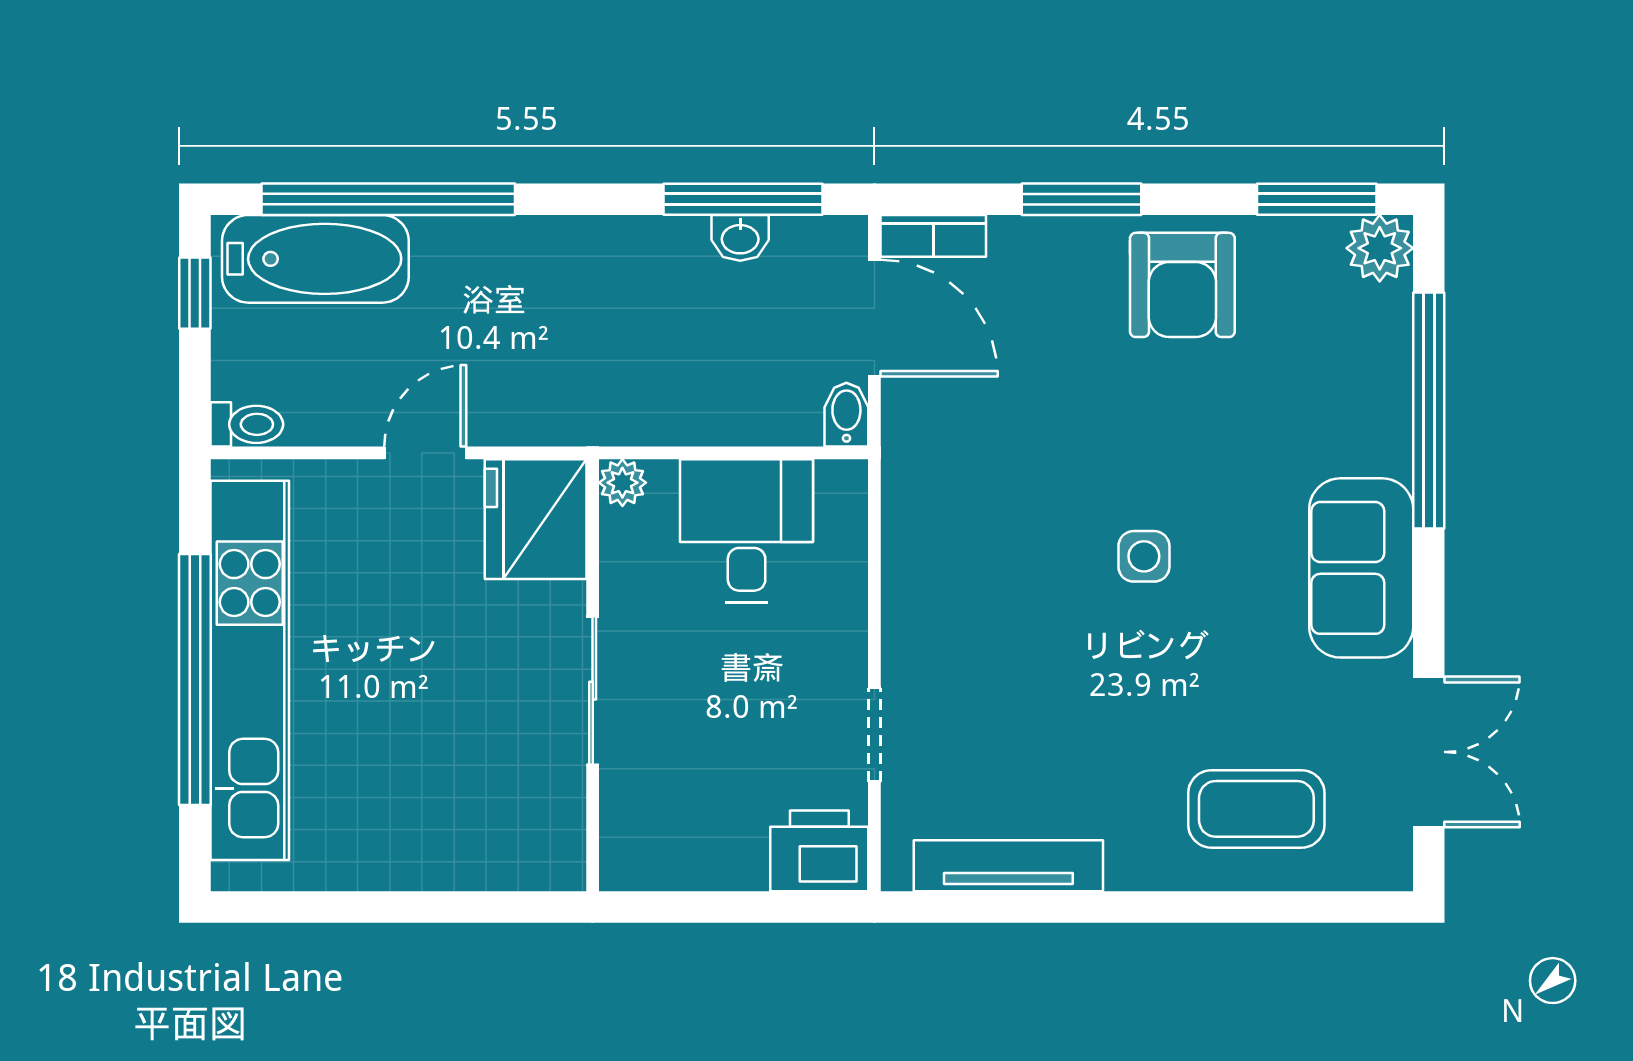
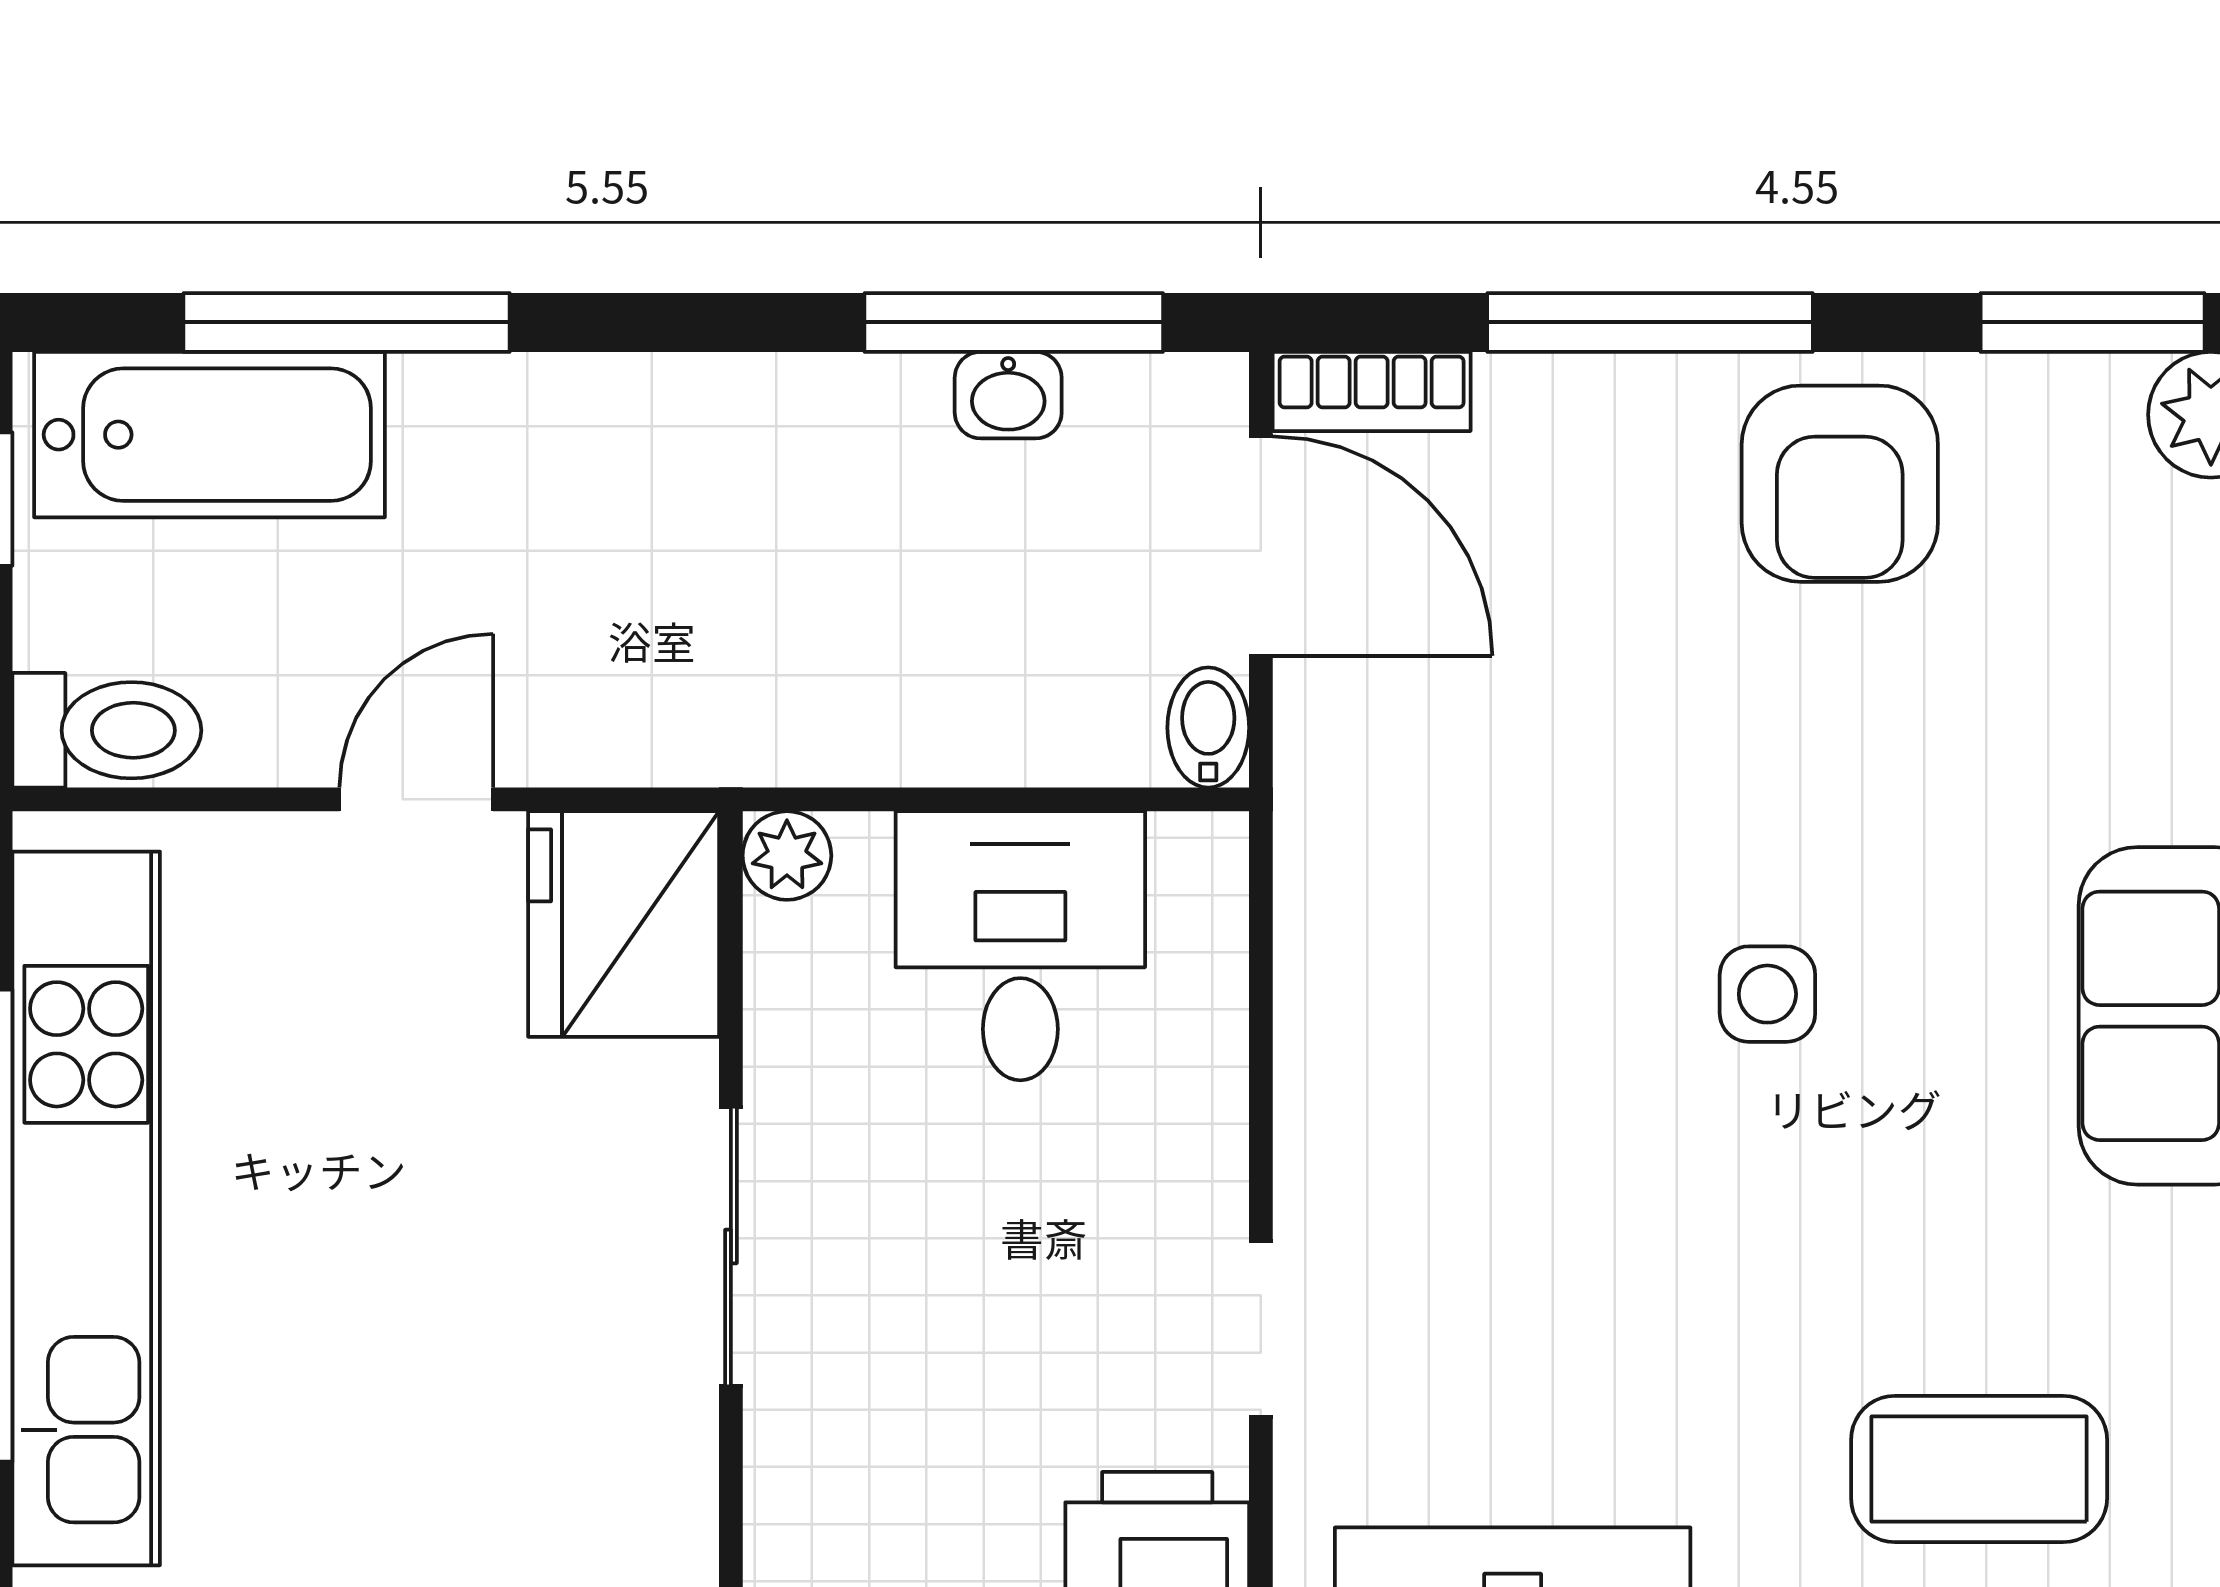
window: (388, 199) -> (347, 322), width x0.68
window: (1081, 199) -> (1650, 322), width x1.44
toilet: (247, 424) -> (107, 730), width x1.37, depth x1.39

